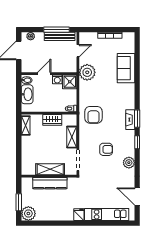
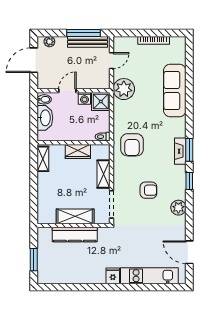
sofa: (126, 68) -> (175, 91), width x1.36
plant: (28, 214) -> (47, 274), removed

